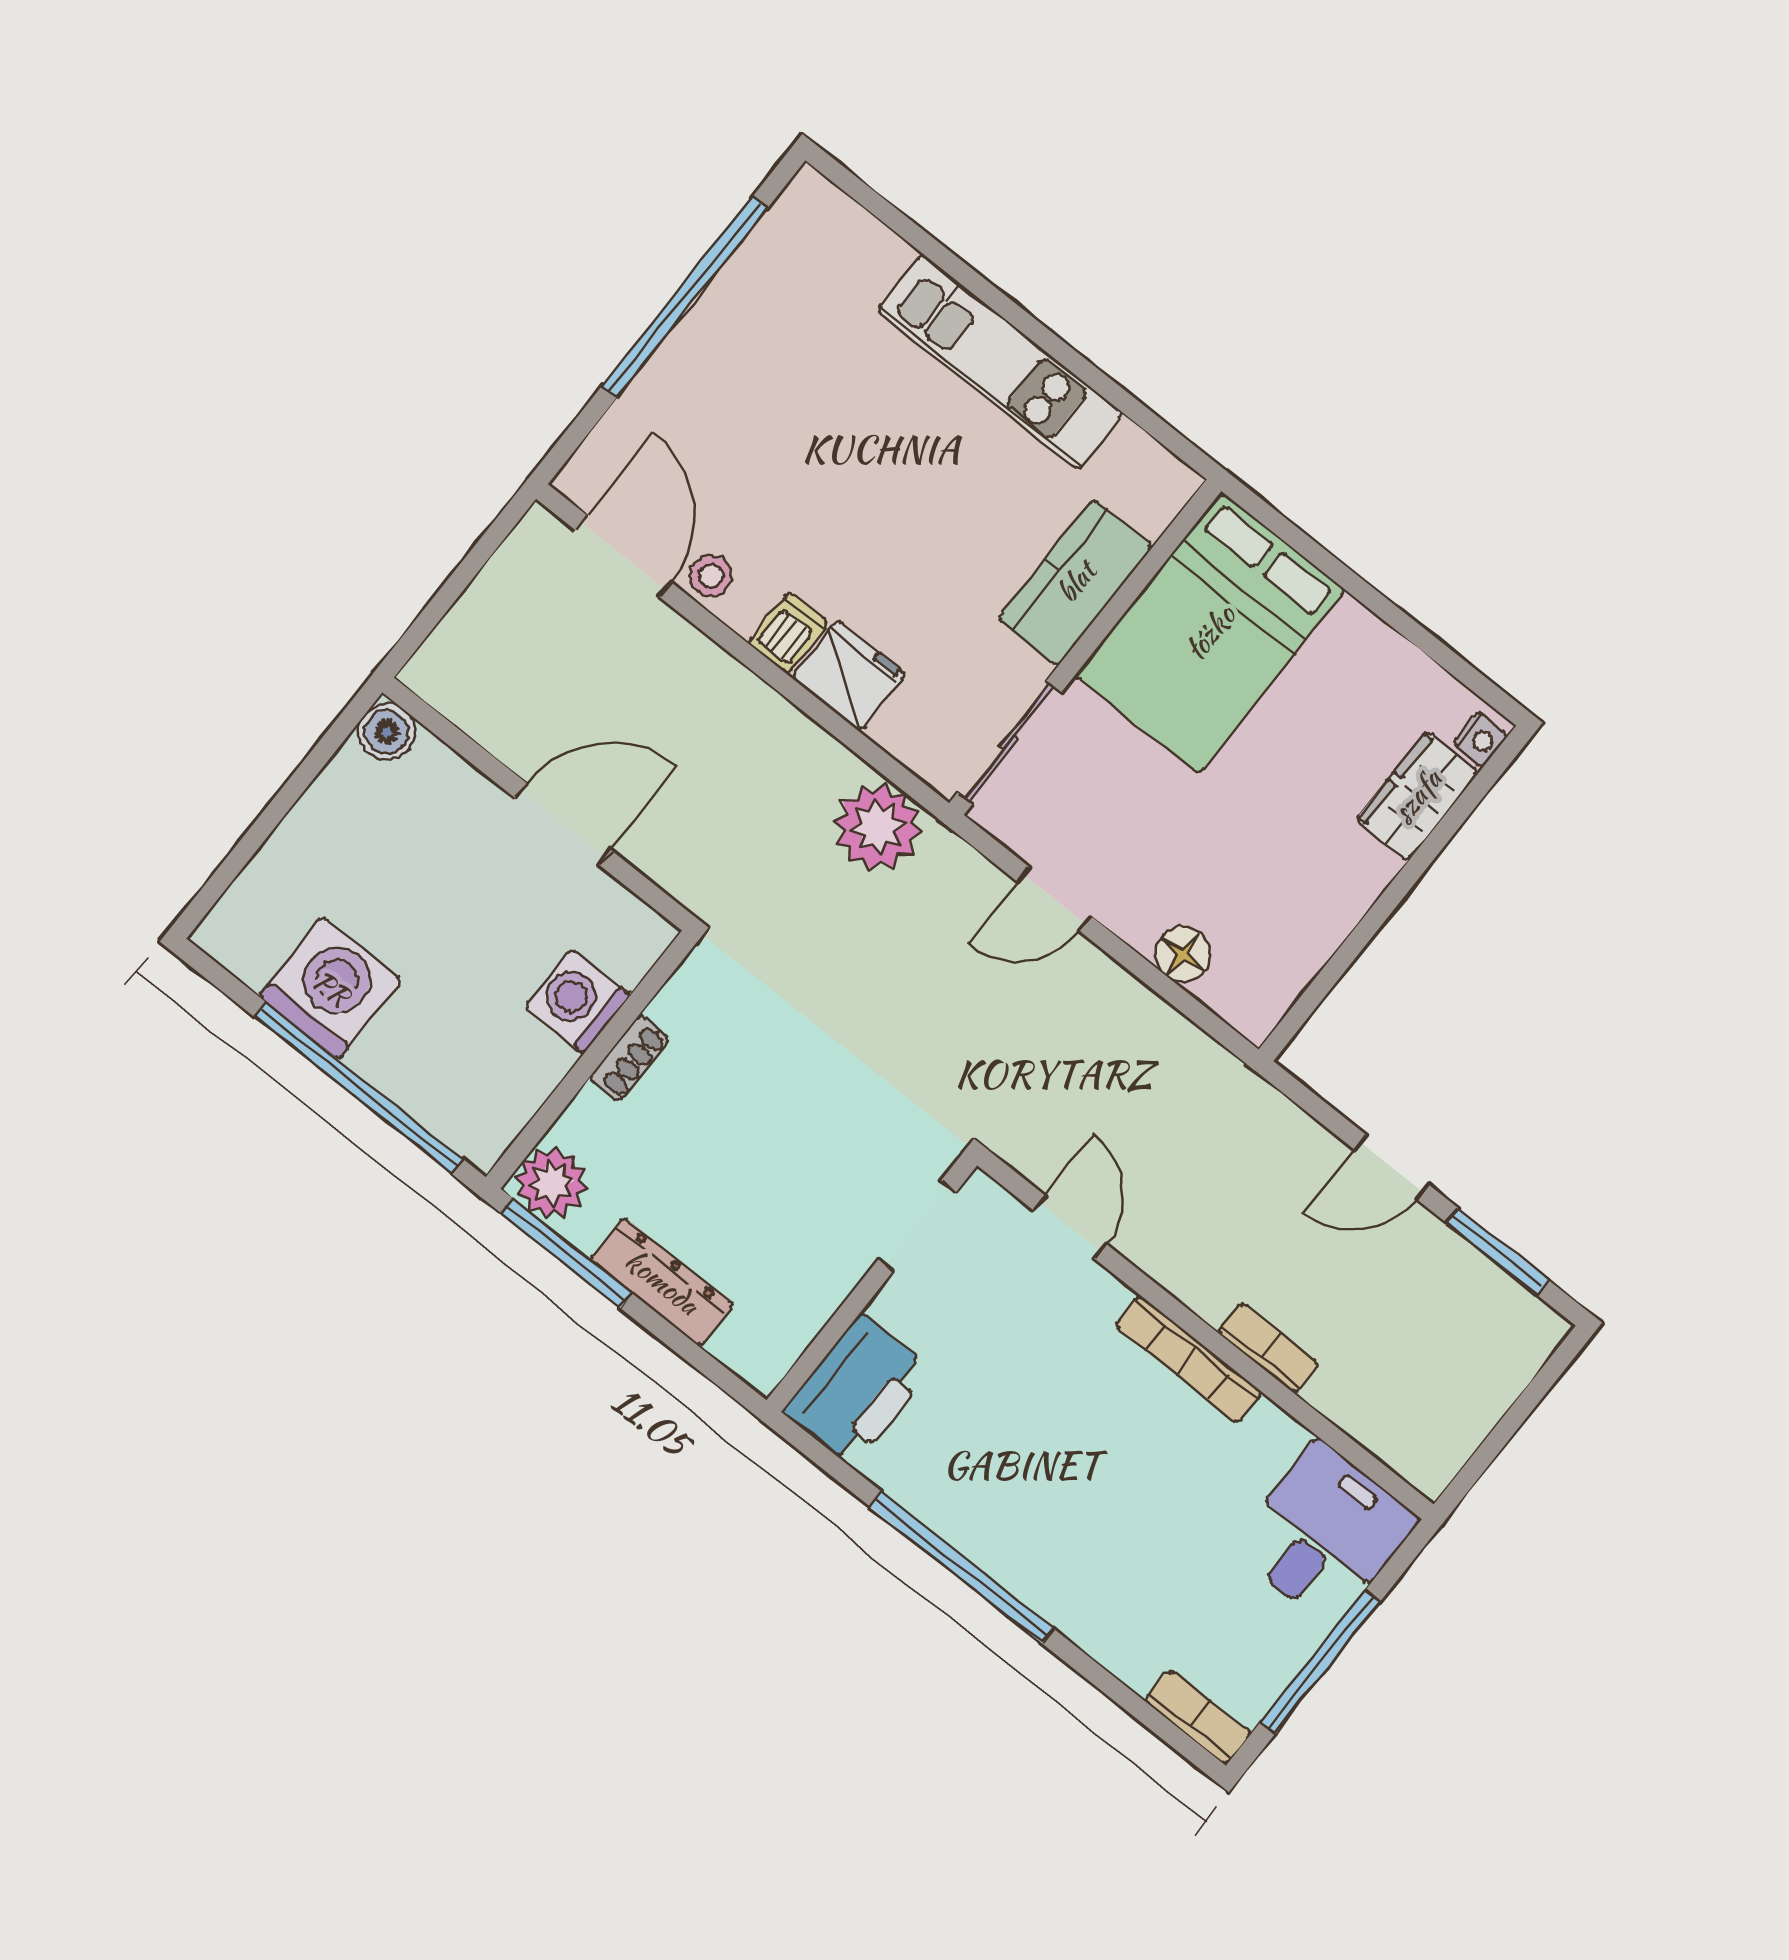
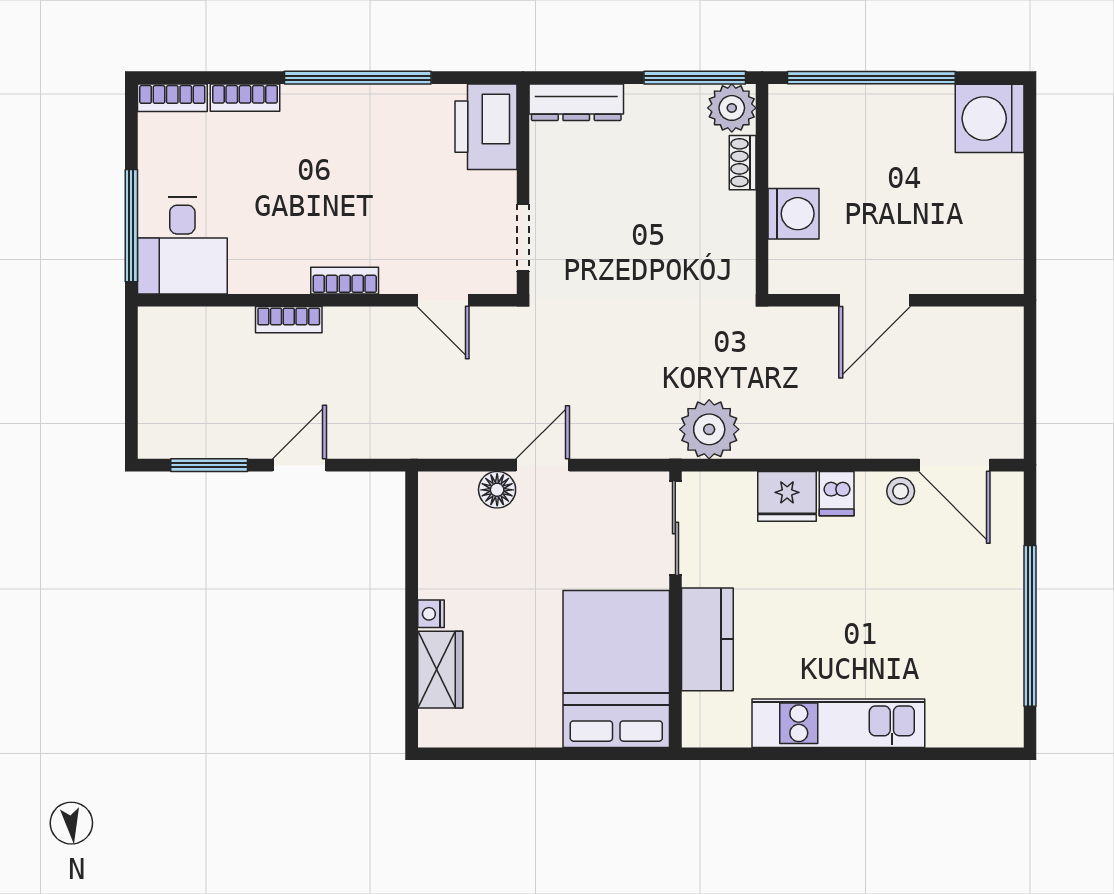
boiler: (387, 732) -> (1005, 275), removed
nightstand: (1480, 739) -> (431, 614), moved
door: (1054, 899) -> (543, 465), moved
washing machine: (331, 988) -> (990, 118), moved, turned 90
shoe rack: (629, 1058) -> (743, 163), moved
dresser: (662, 1282) -> (576, 102), moved
bookcase: (1189, 1359) -> (345, 281), width x0.64
bookcase: (1113, 1649) -> (245, 98), added
window: (1320, 1662) -> (131, 226), moved

